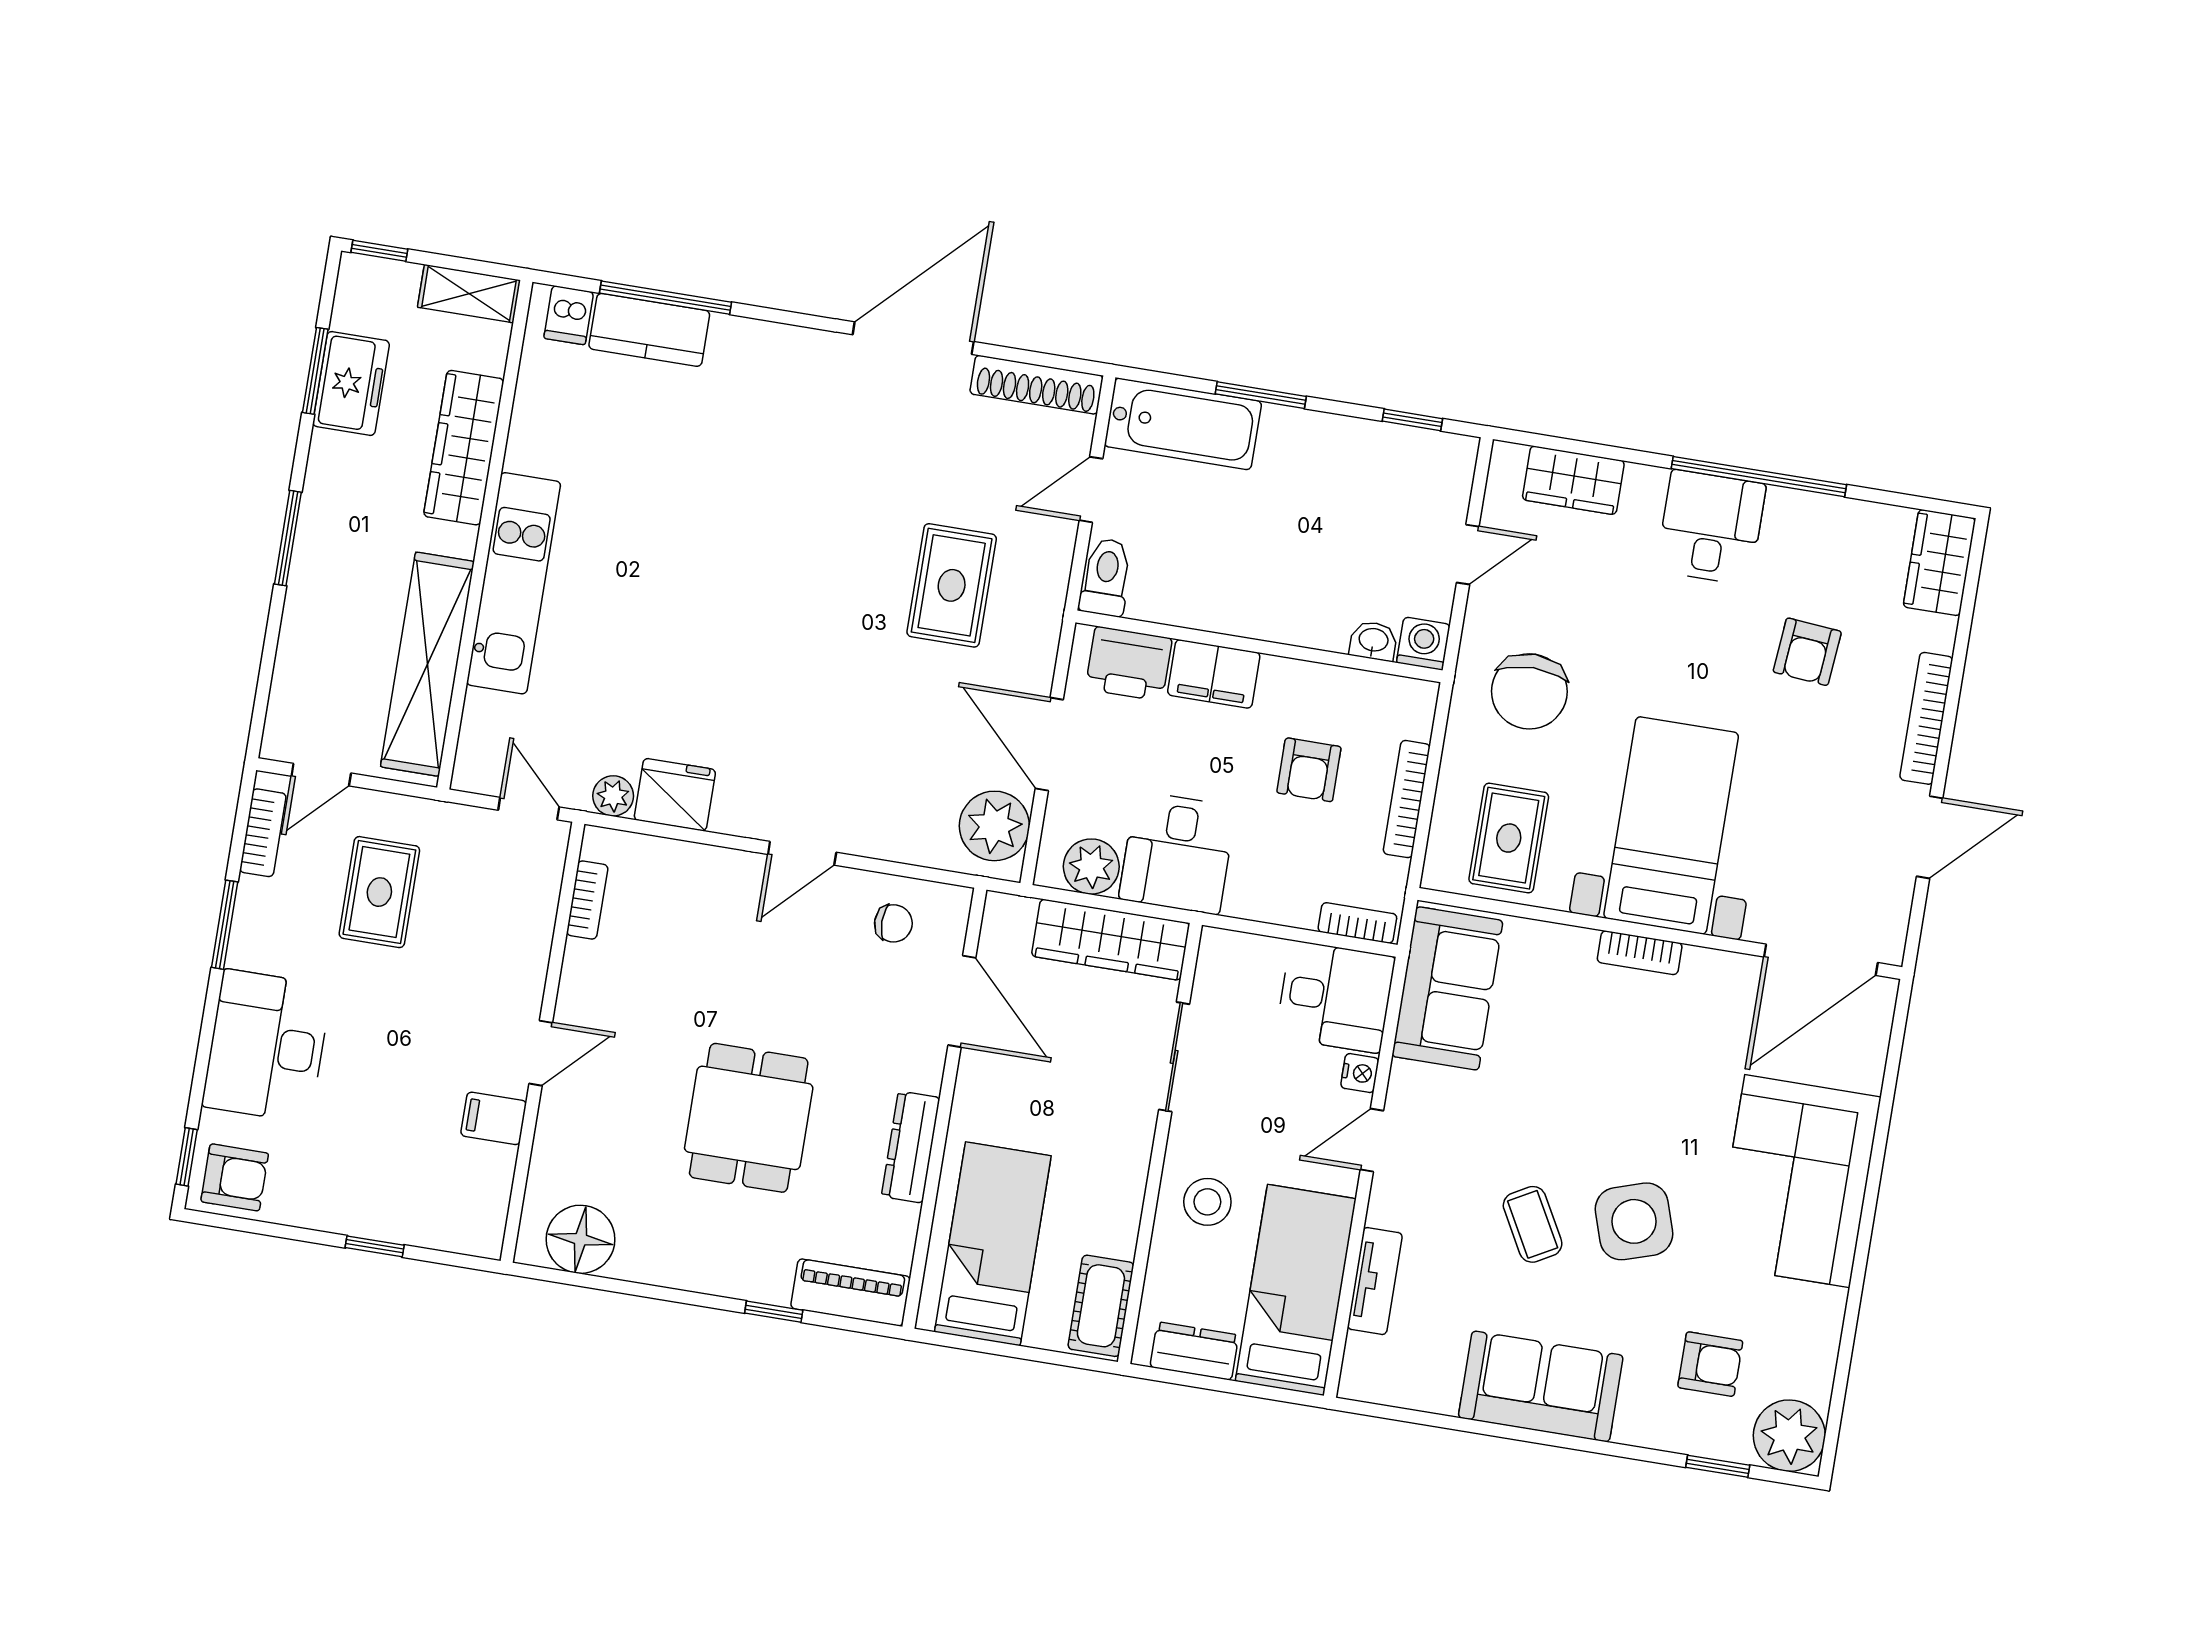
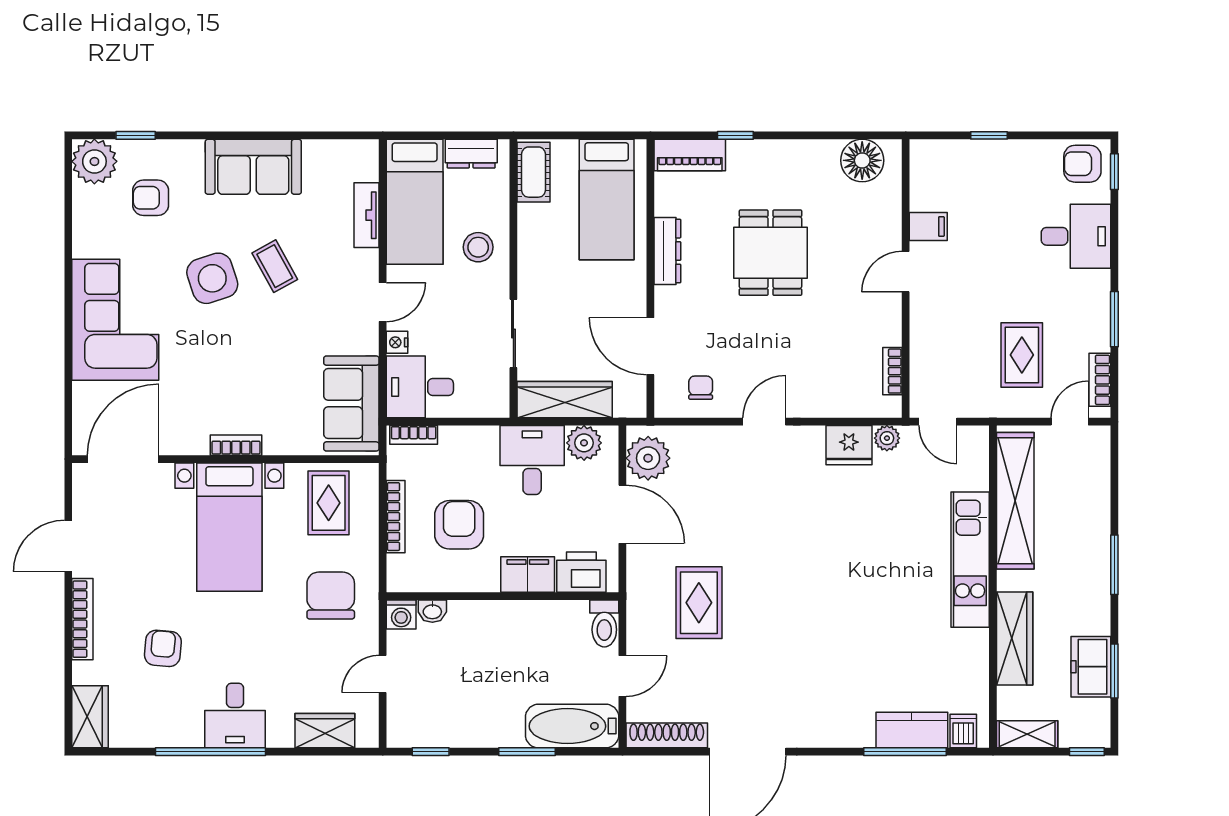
armchair: (1309, 770) -> (459, 525), width x1.38, depth x1.38
chair: (893, 923) -> (701, 388), turned 90
desk: (267, 1046) -> (1076, 236), width x0.73

